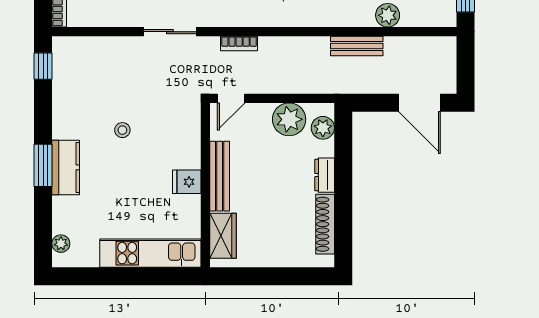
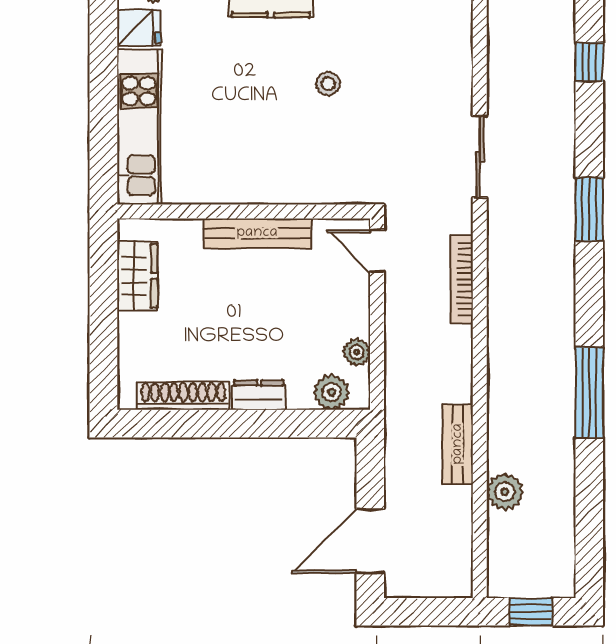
bookcase: (239, 43) -> (462, 279), width x1.56
plant: (289, 119) -> (357, 352), width x0.53, depth x0.53
fridge: (187, 182) -> (139, 28), moved, turned 90
wardrobe: (223, 236) -> (137, 276), moved, turned -90

